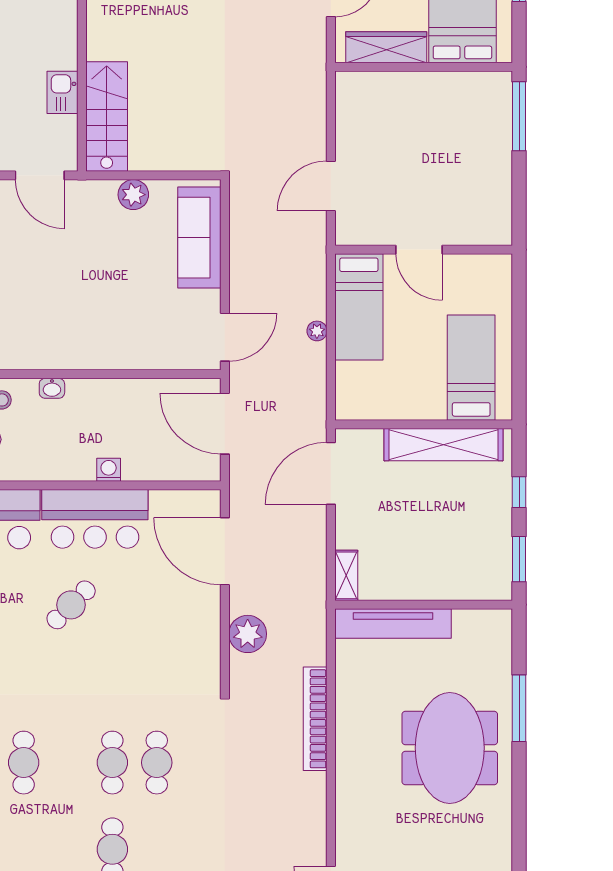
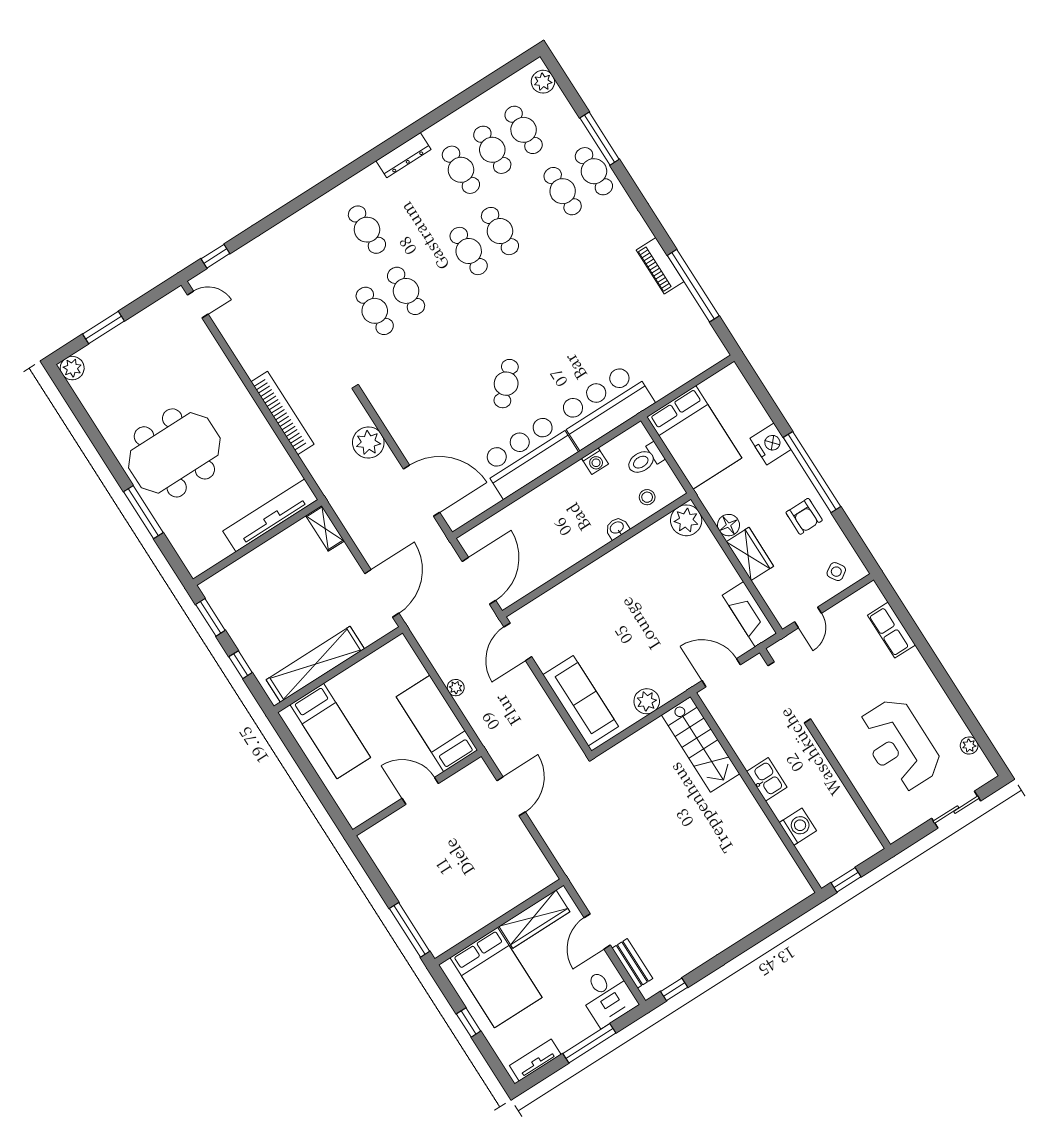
kitchen sink: (63, 92) -> (767, 779), moved
door: (225, 424) -> (479, 581), hinge flipped
washing machine: (109, 470) -> (595, 461), moved
meeting table: (450, 748) -> (174, 453), turned 90

